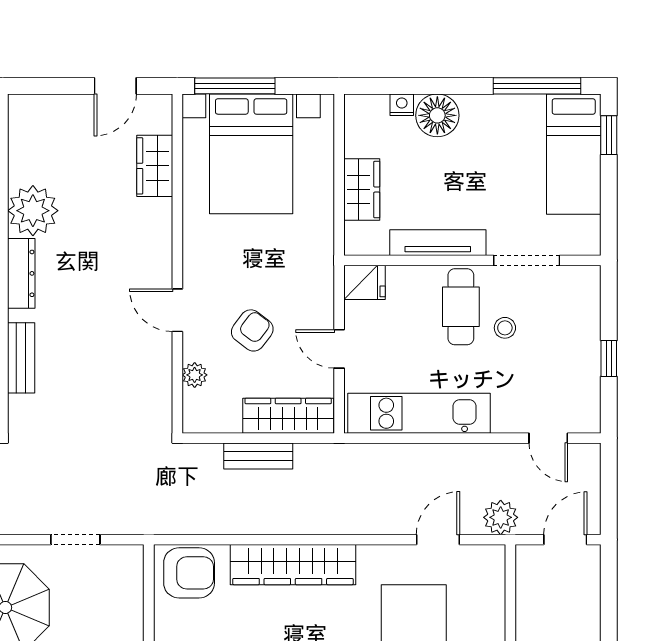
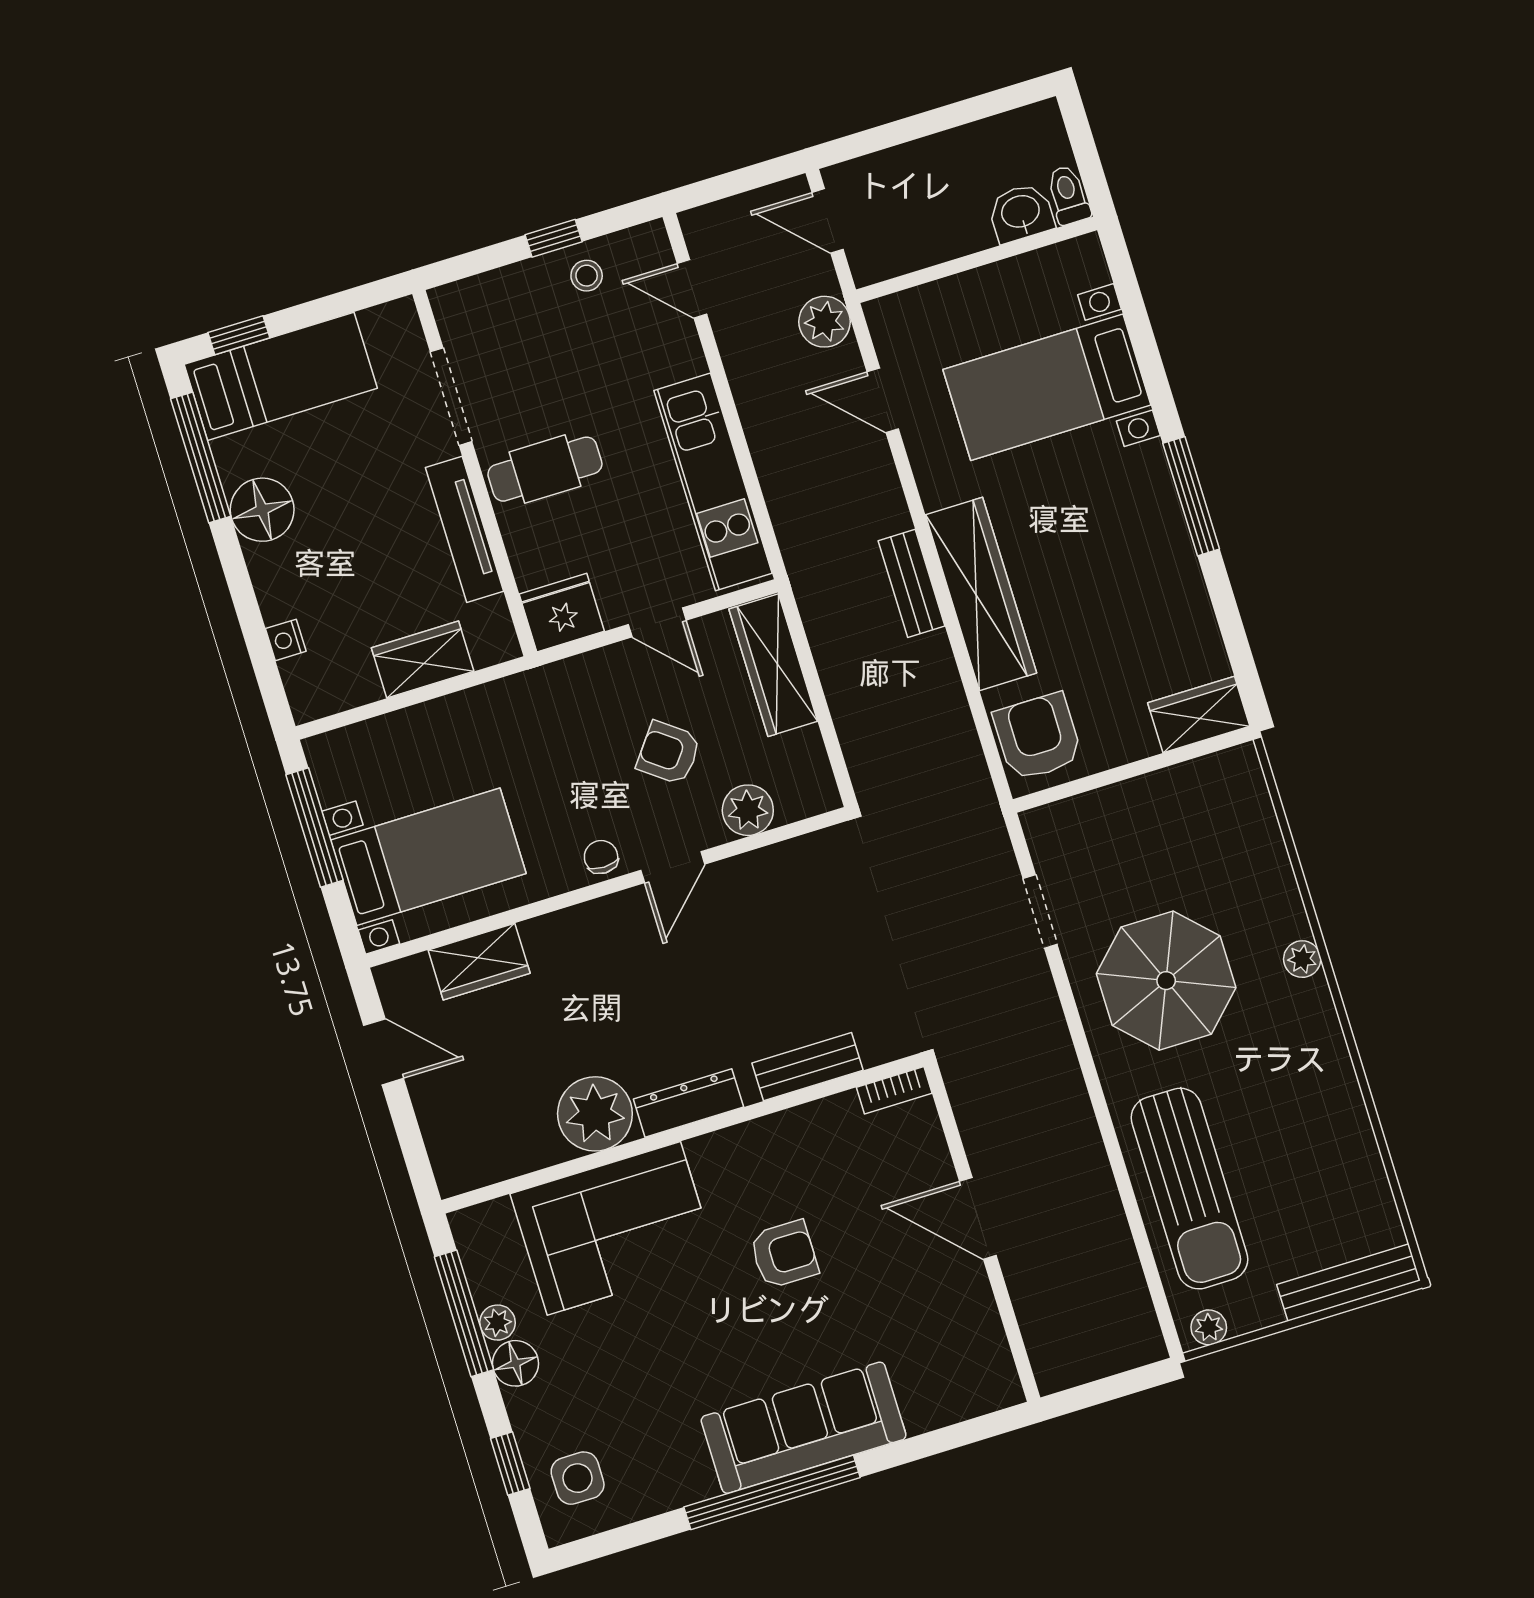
window: (235, 86) -> (314, 828), moved
floor lamp: (437, 115) -> (262, 510), moved
bed with nightstands: (251, 154) -> (428, 857), width x0.73
chair: (198, 266) -> (601, 857), added
fridge: (364, 282) -> (562, 613), width x1.38
stool: (505, 328) -> (587, 276), moved
door: (339, 349) -> (657, 622), hinge flipped
plant: (195, 375) -> (748, 810), width x1.38, depth x1.38
door: (548, 438) -> (692, 289), swing flipped
bench: (258, 456) -> (911, 583), moved

